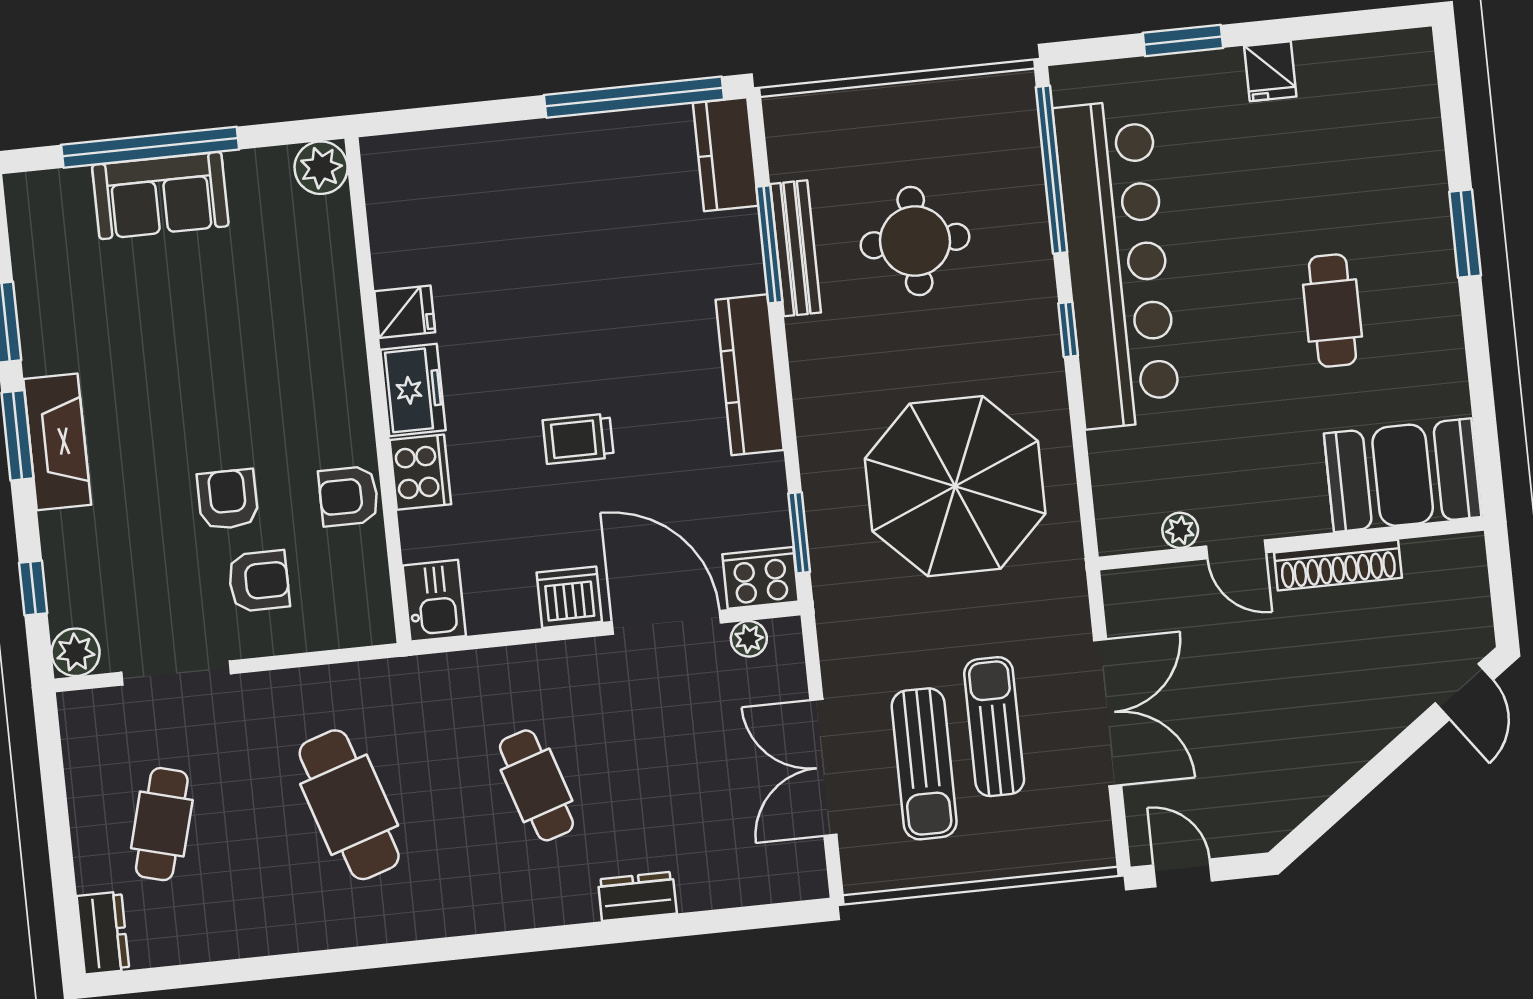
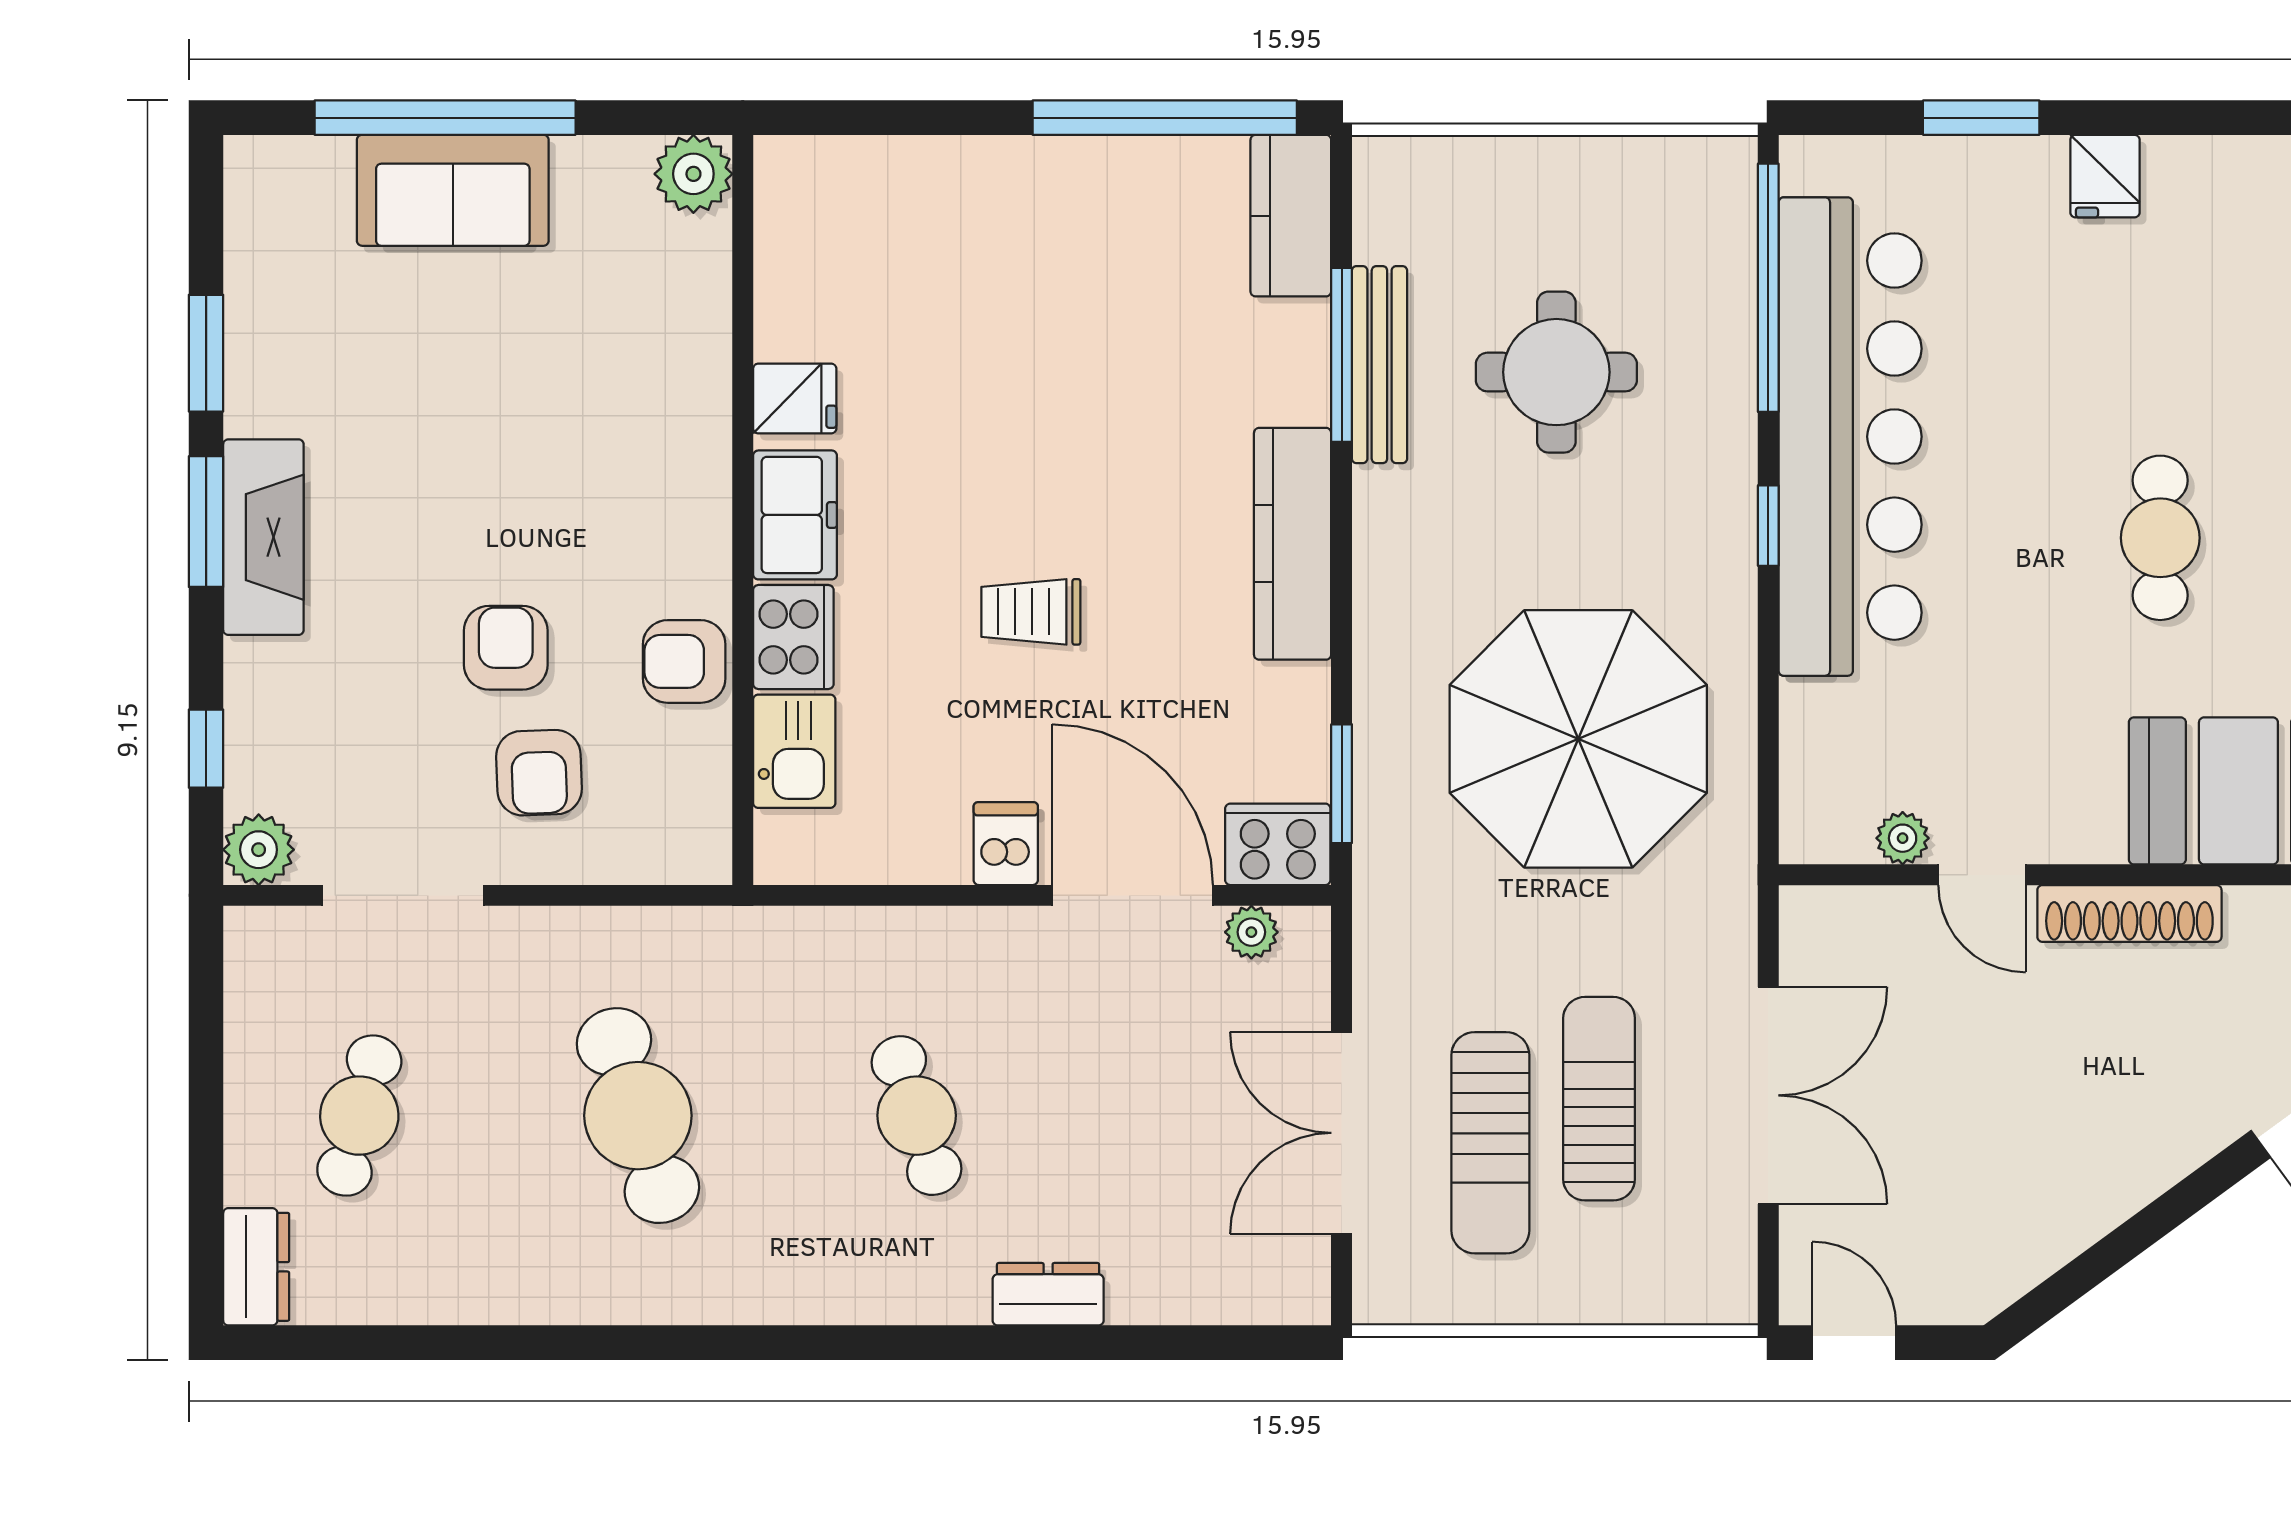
armchair: (259, 581) -> (539, 773), turned 88
dishwasher: (569, 597) -> (1006, 844), width x0.73
kitchen sink: (434, 601) -> (794, 751), moved

